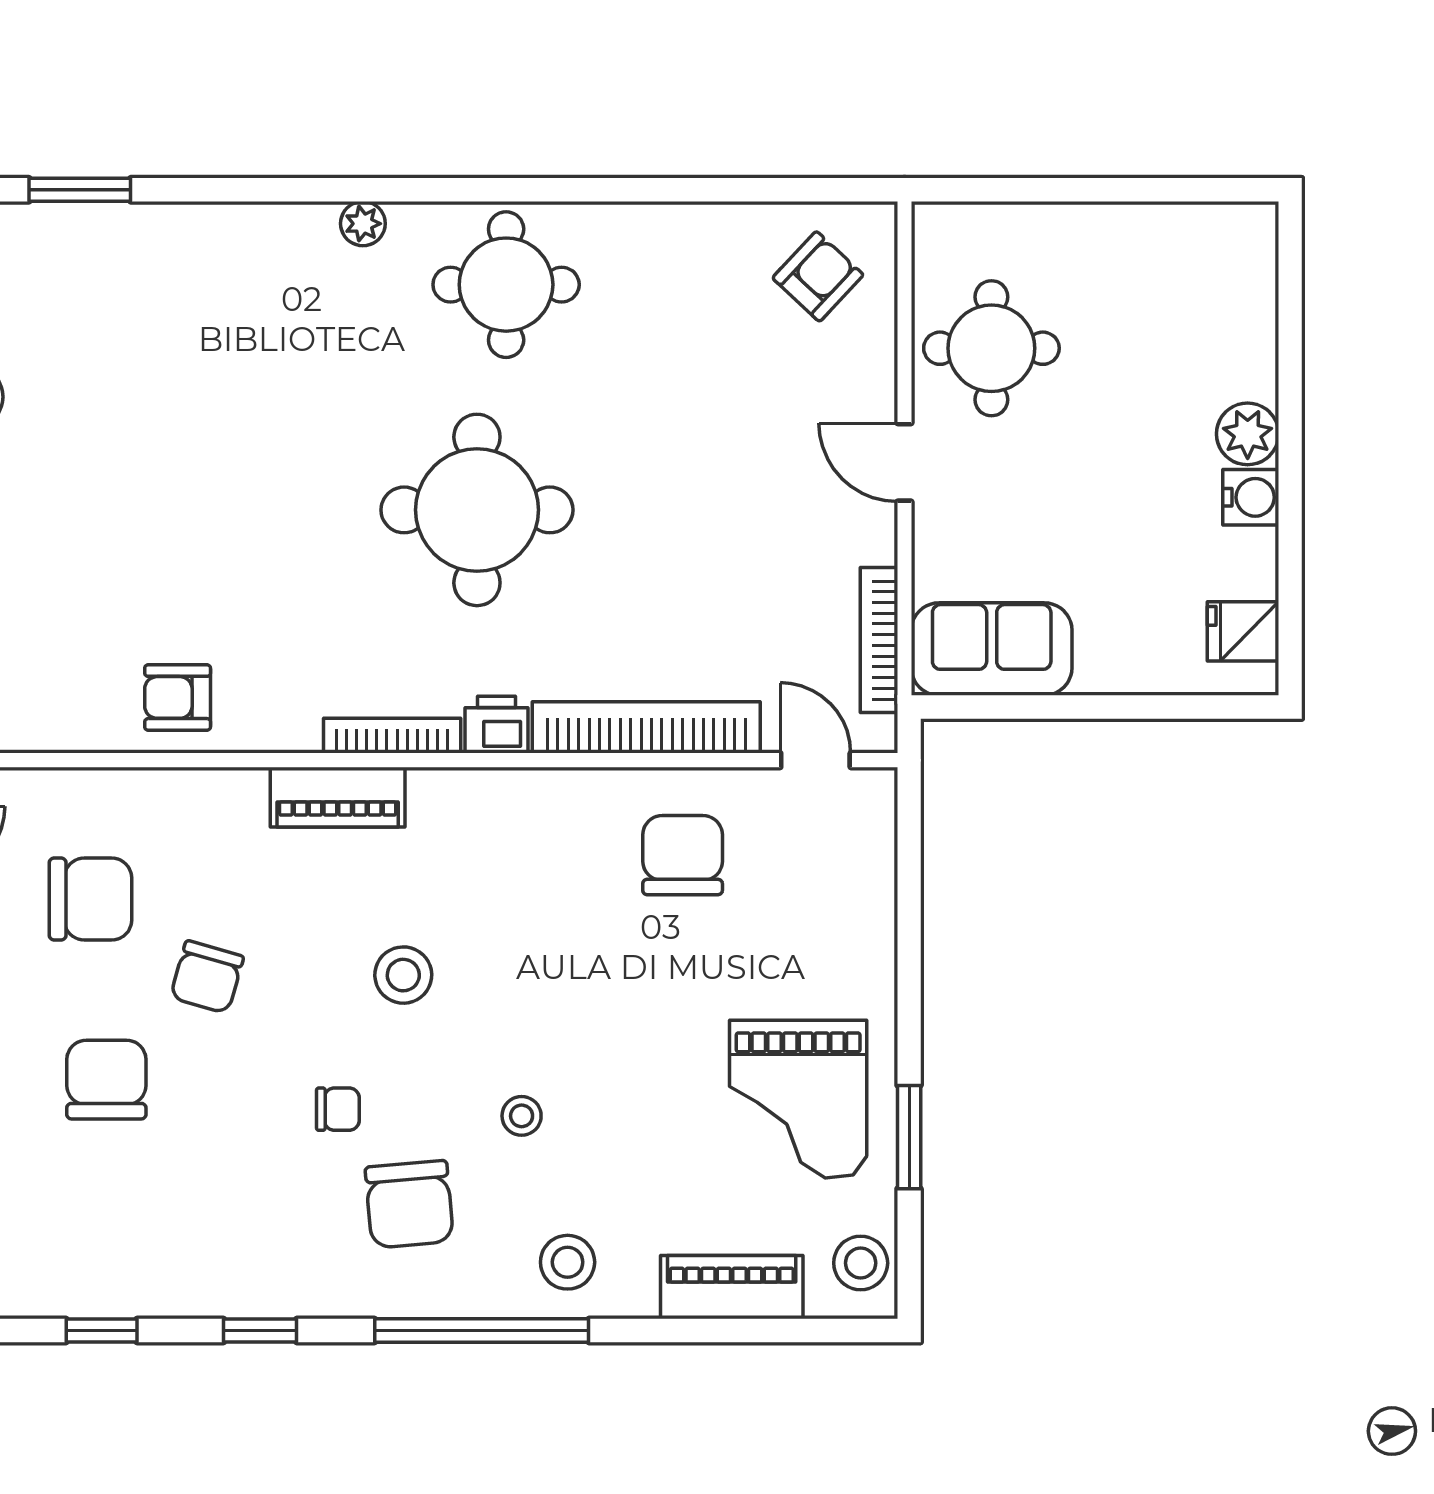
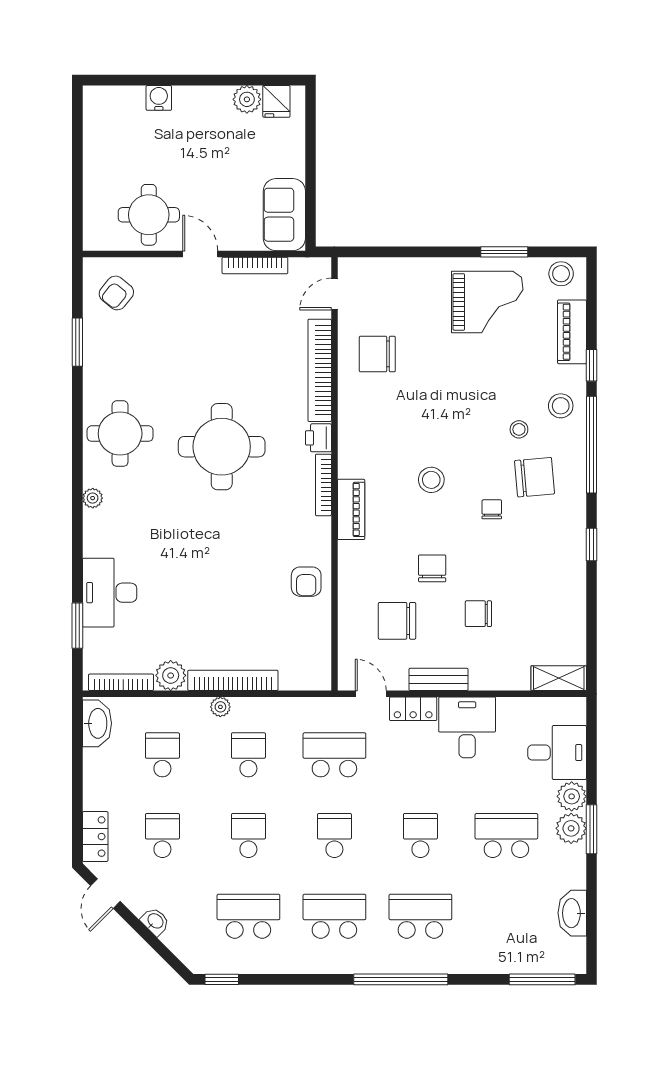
window: (709, 190) -> (77, 342), added
desk: (153, 261) -> (110, 593), added
armchair: (818, 276) -> (116, 293), turned -94
plant: (1248, 434) -> (247, 99), moved
door: (904, 462) -> (200, 254), swing flipped
water cooler: (1251, 497) -> (159, 98), moved
bookcase: (879, 640) -> (255, 265), moved
chair: (91, 899) -> (397, 621), turned -90
chair: (207, 977) -> (432, 568), turned -106
chair: (106, 1080) -> (478, 614), width x0.73, depth x0.73
stool: (522, 1116) -> (519, 429), moved
window: (102, 1331) -> (592, 365), moved

